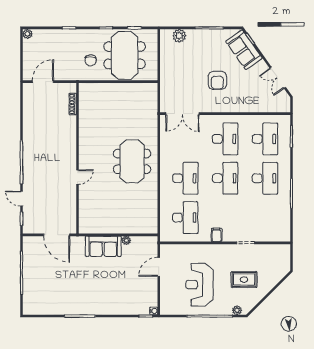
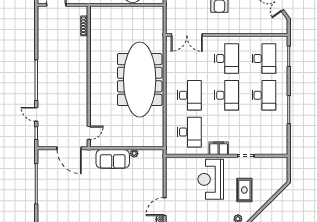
meeting table: (132, 161) -> (140, 80), width x1.86, depth x1.27
door: (78, 177) -> (89, 133), moved
filing cabinet: (217, 235) -> (219, 148), width x2.00
door: (159, 267) -> (165, 207), moved
rug: (244, 280) -> (244, 190), turned 90
reception desk: (199, 285) -> (211, 179), moved

